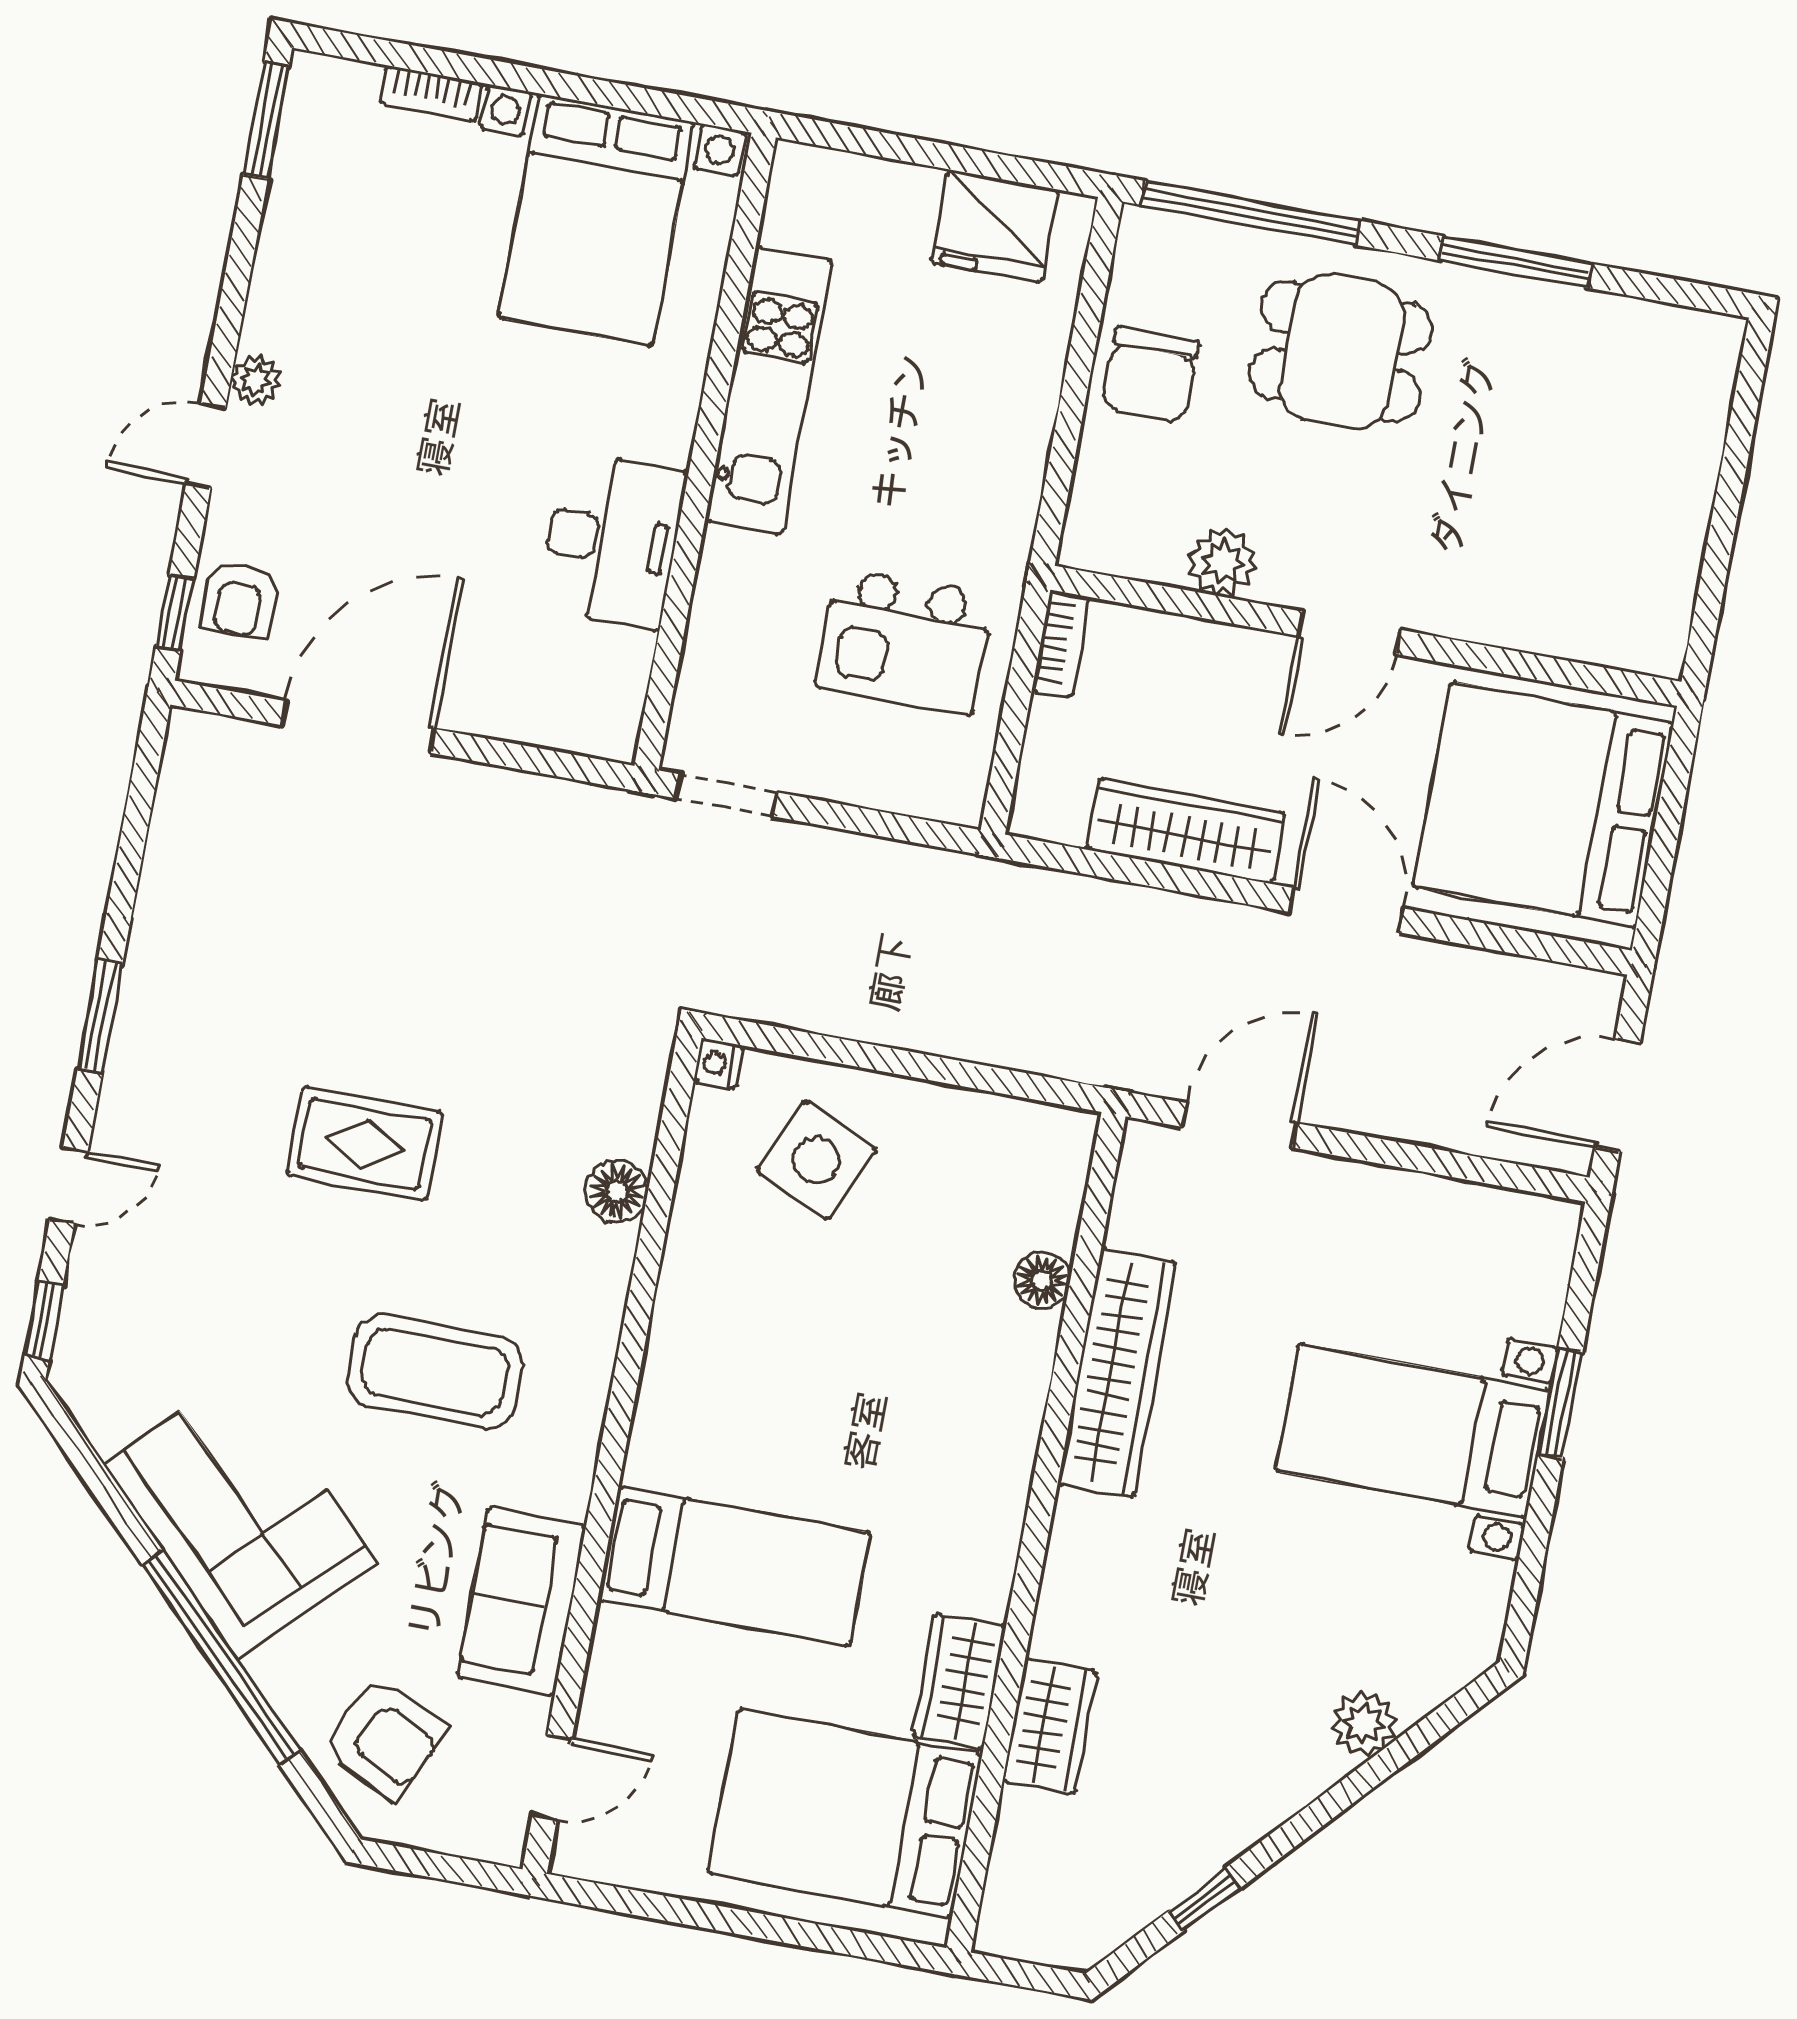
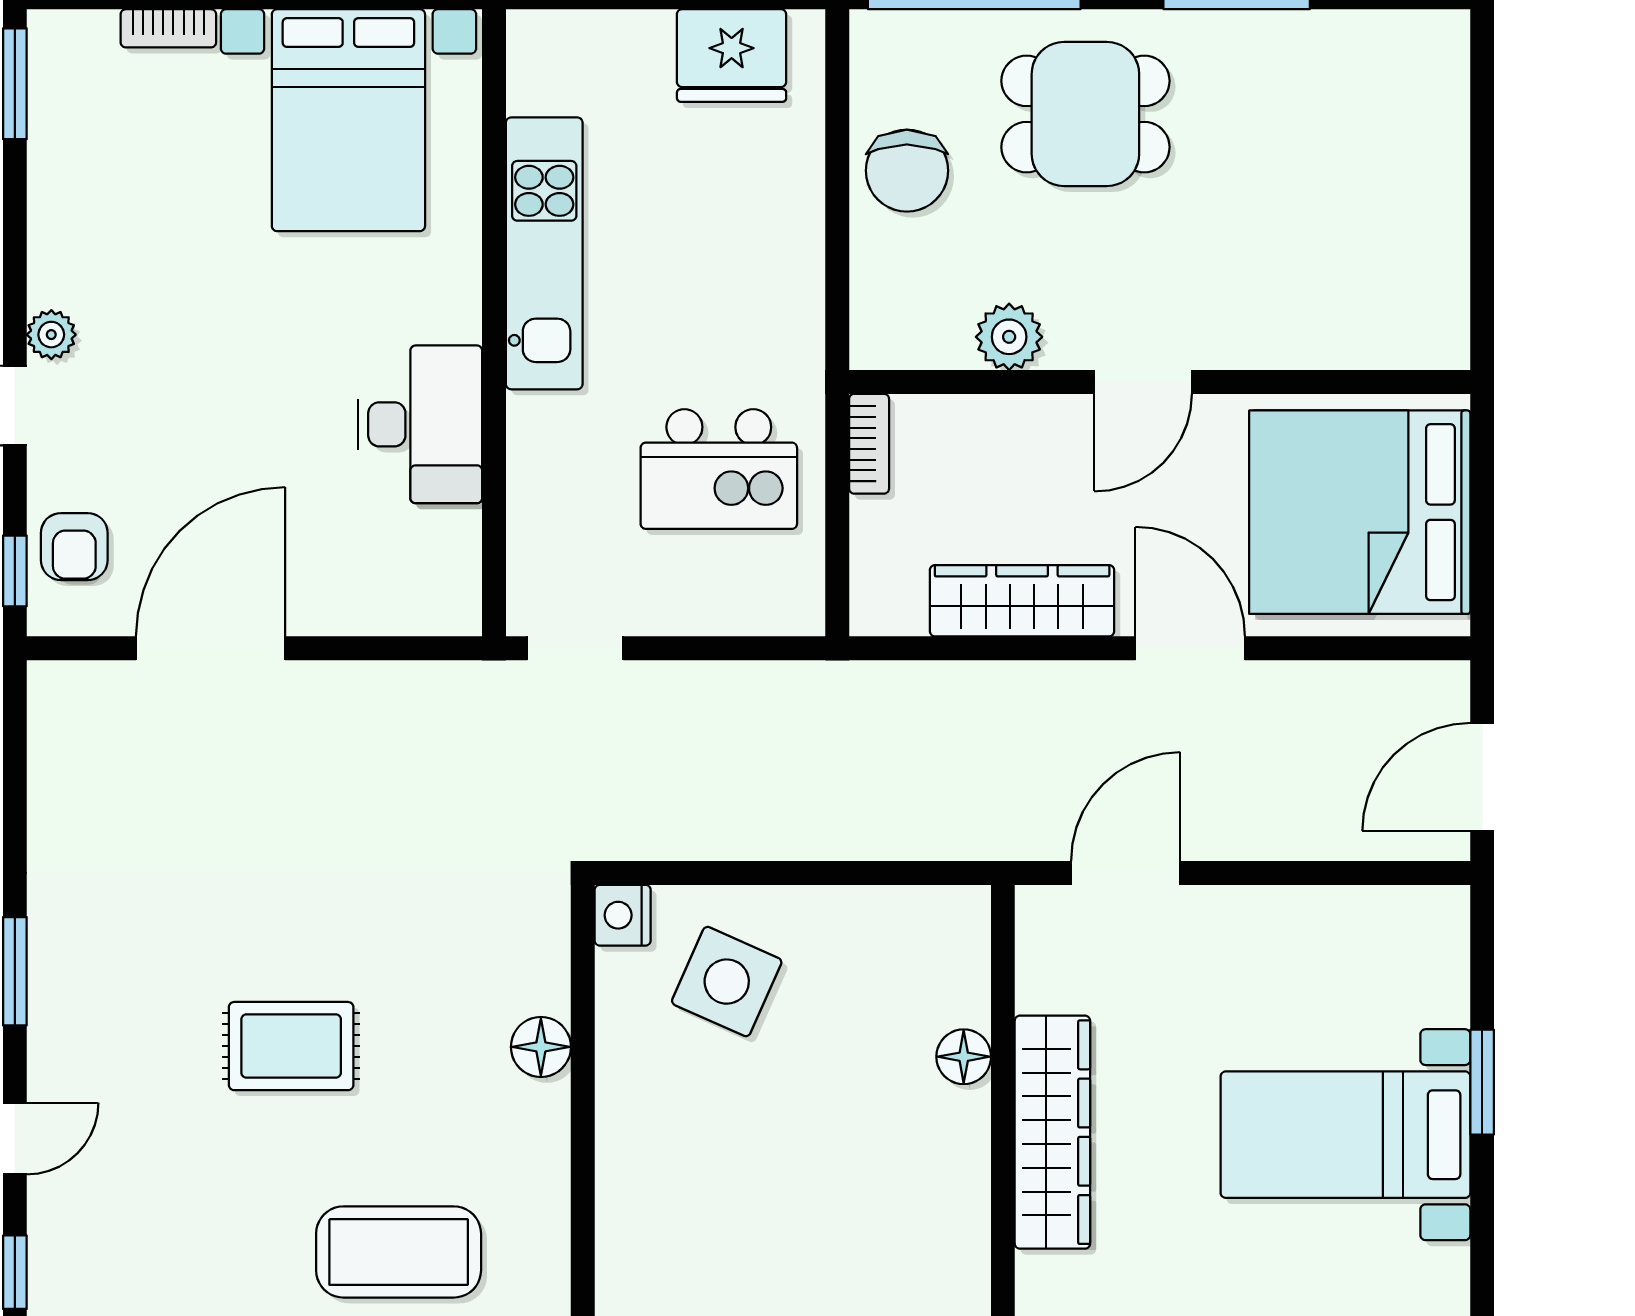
nightstand: (718, 1064) -> (623, 915), width x1.39, depth x1.35

